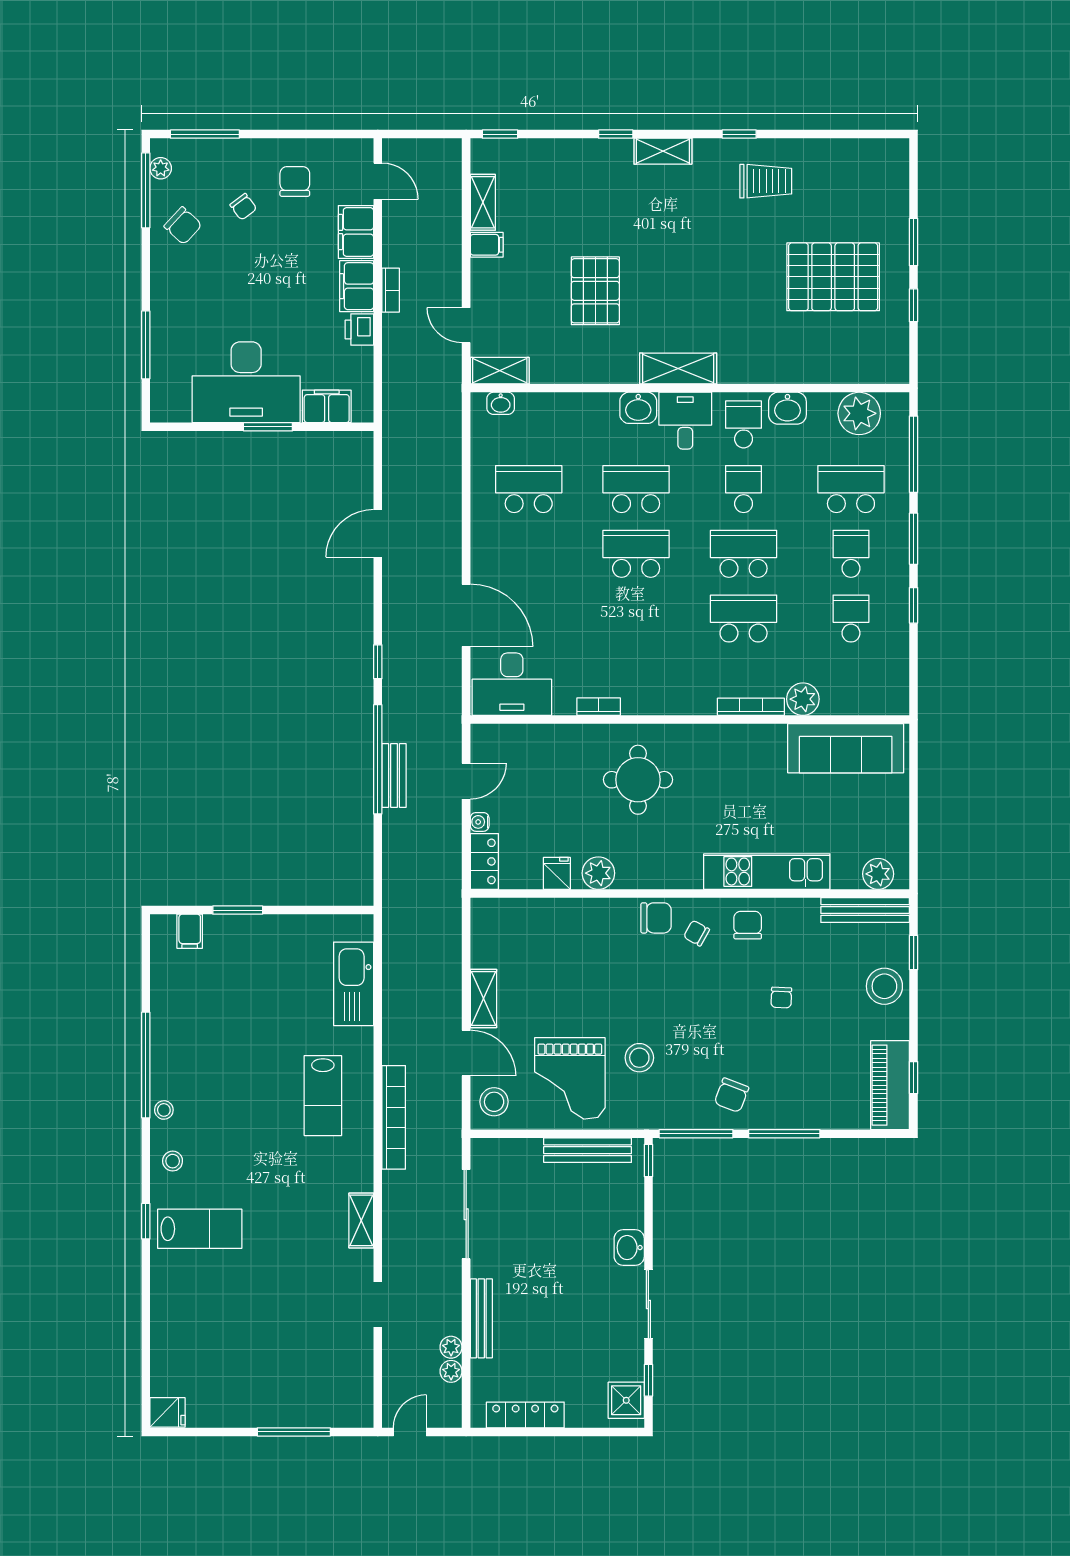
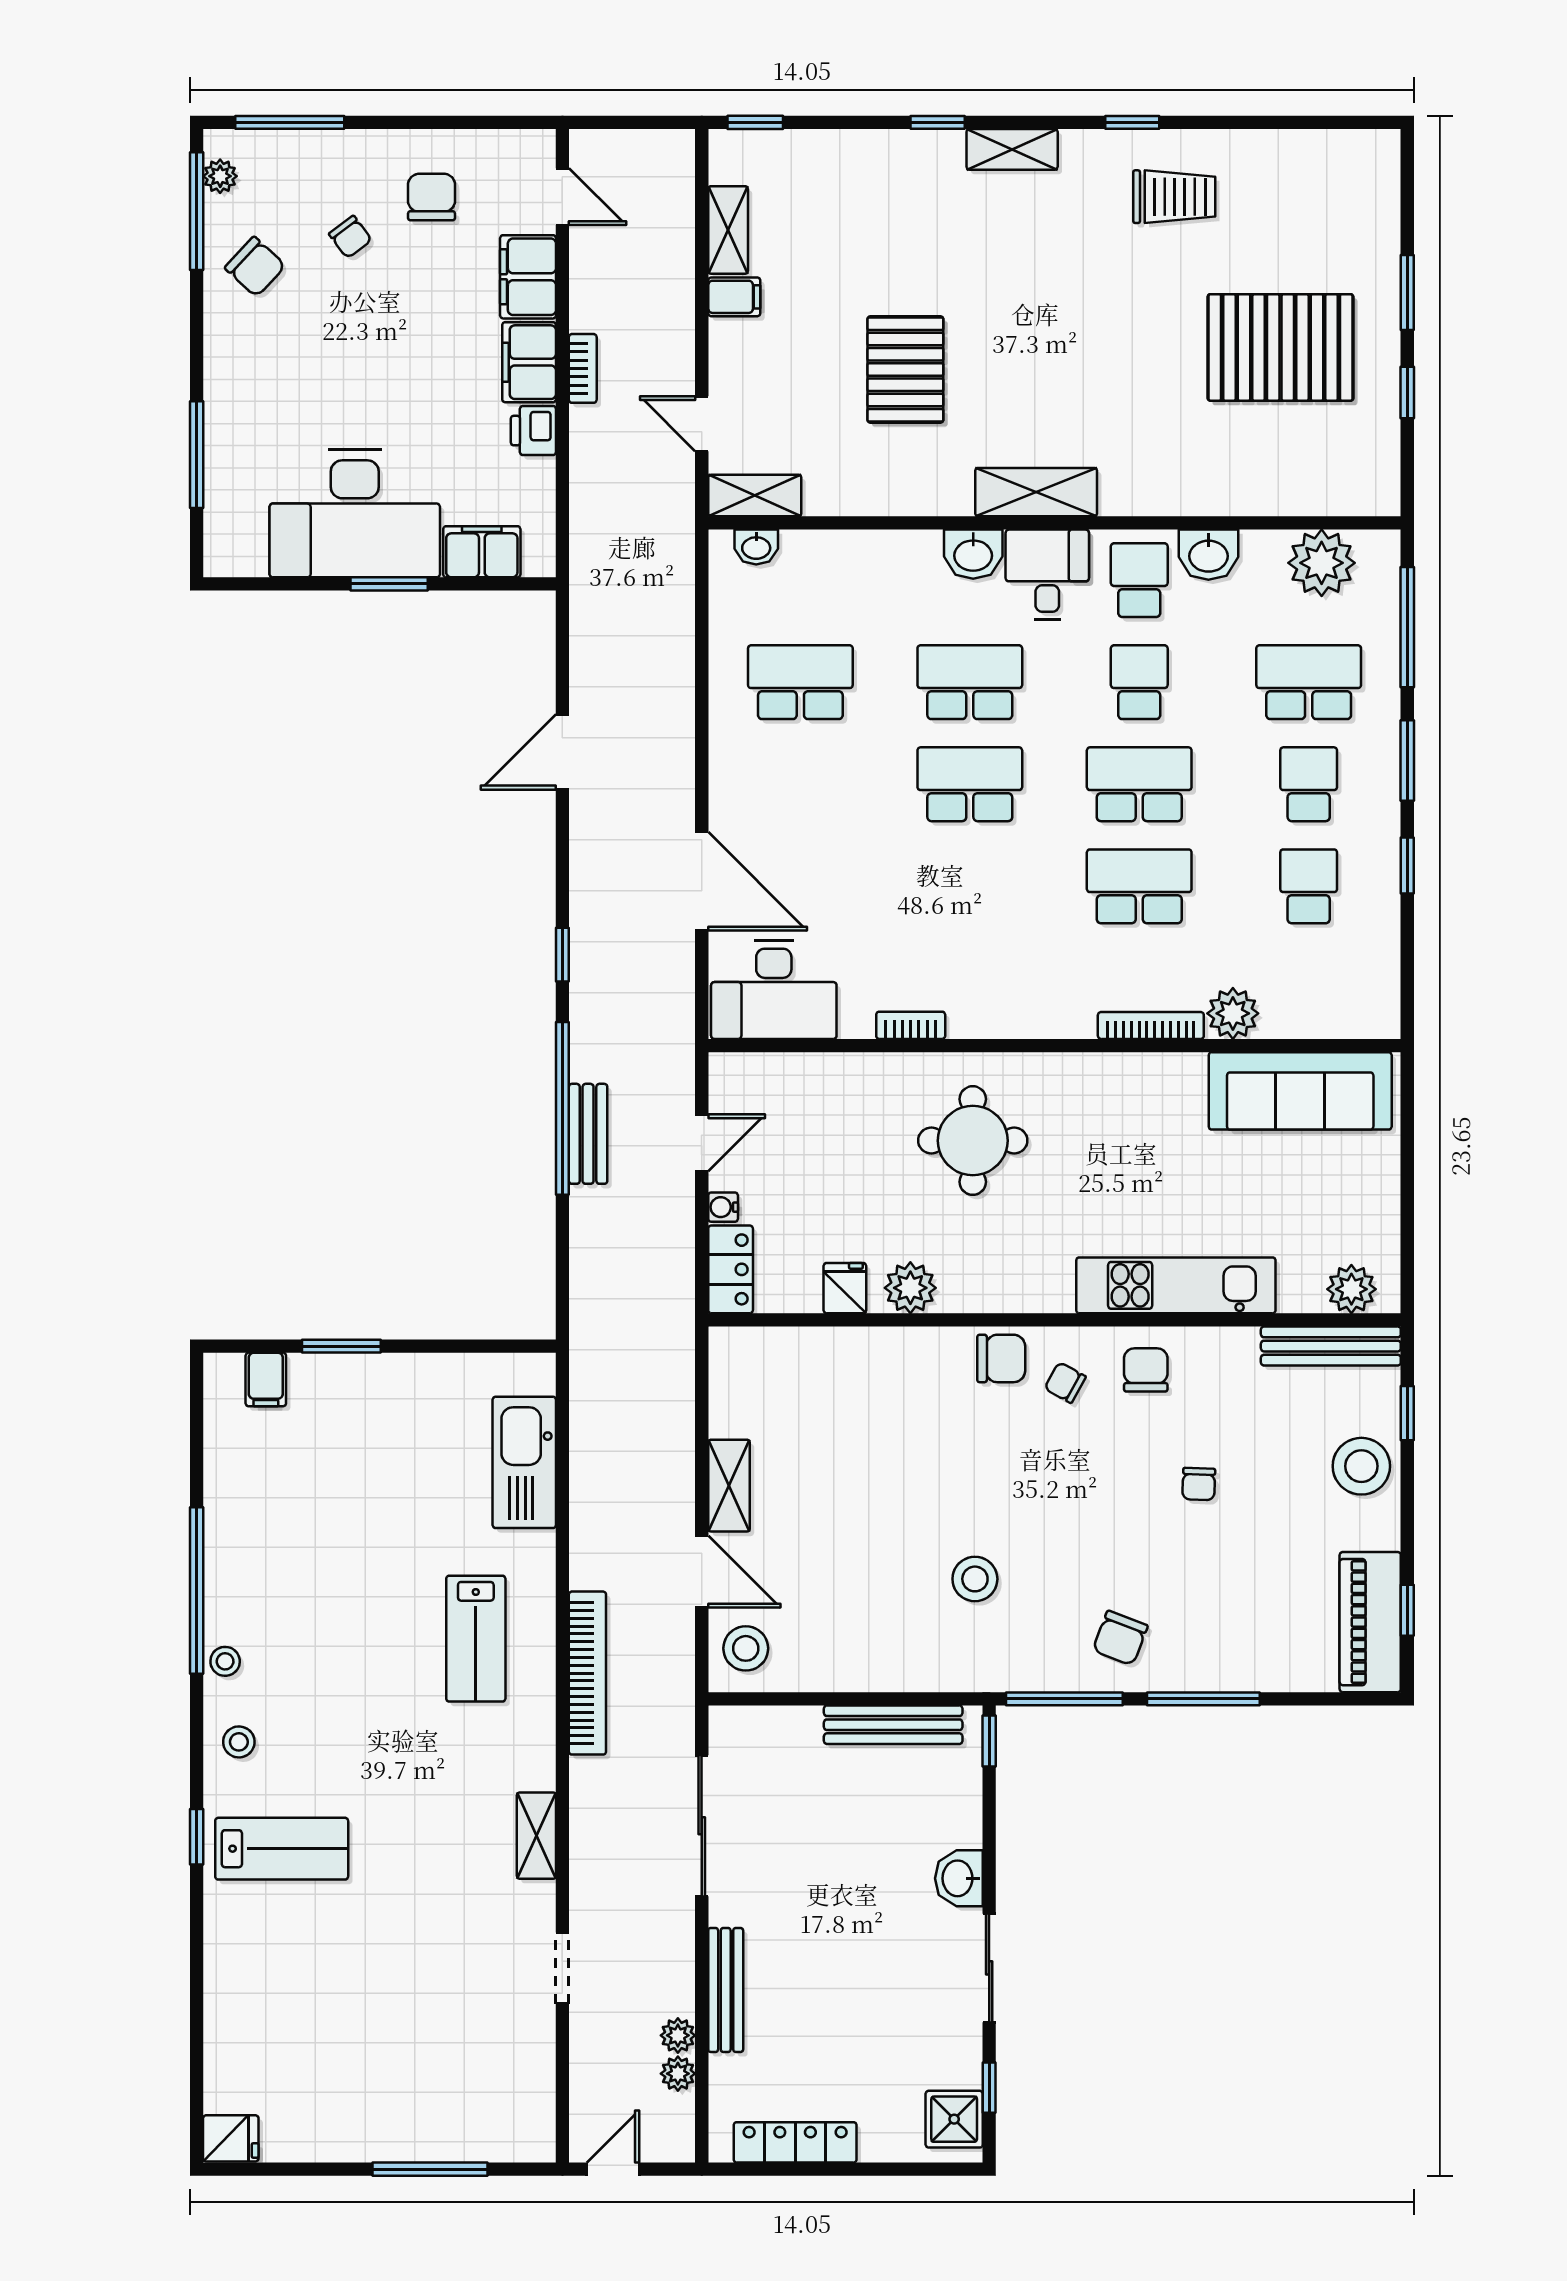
grand piano: (570, 1078) -> (865, 1612), removed

